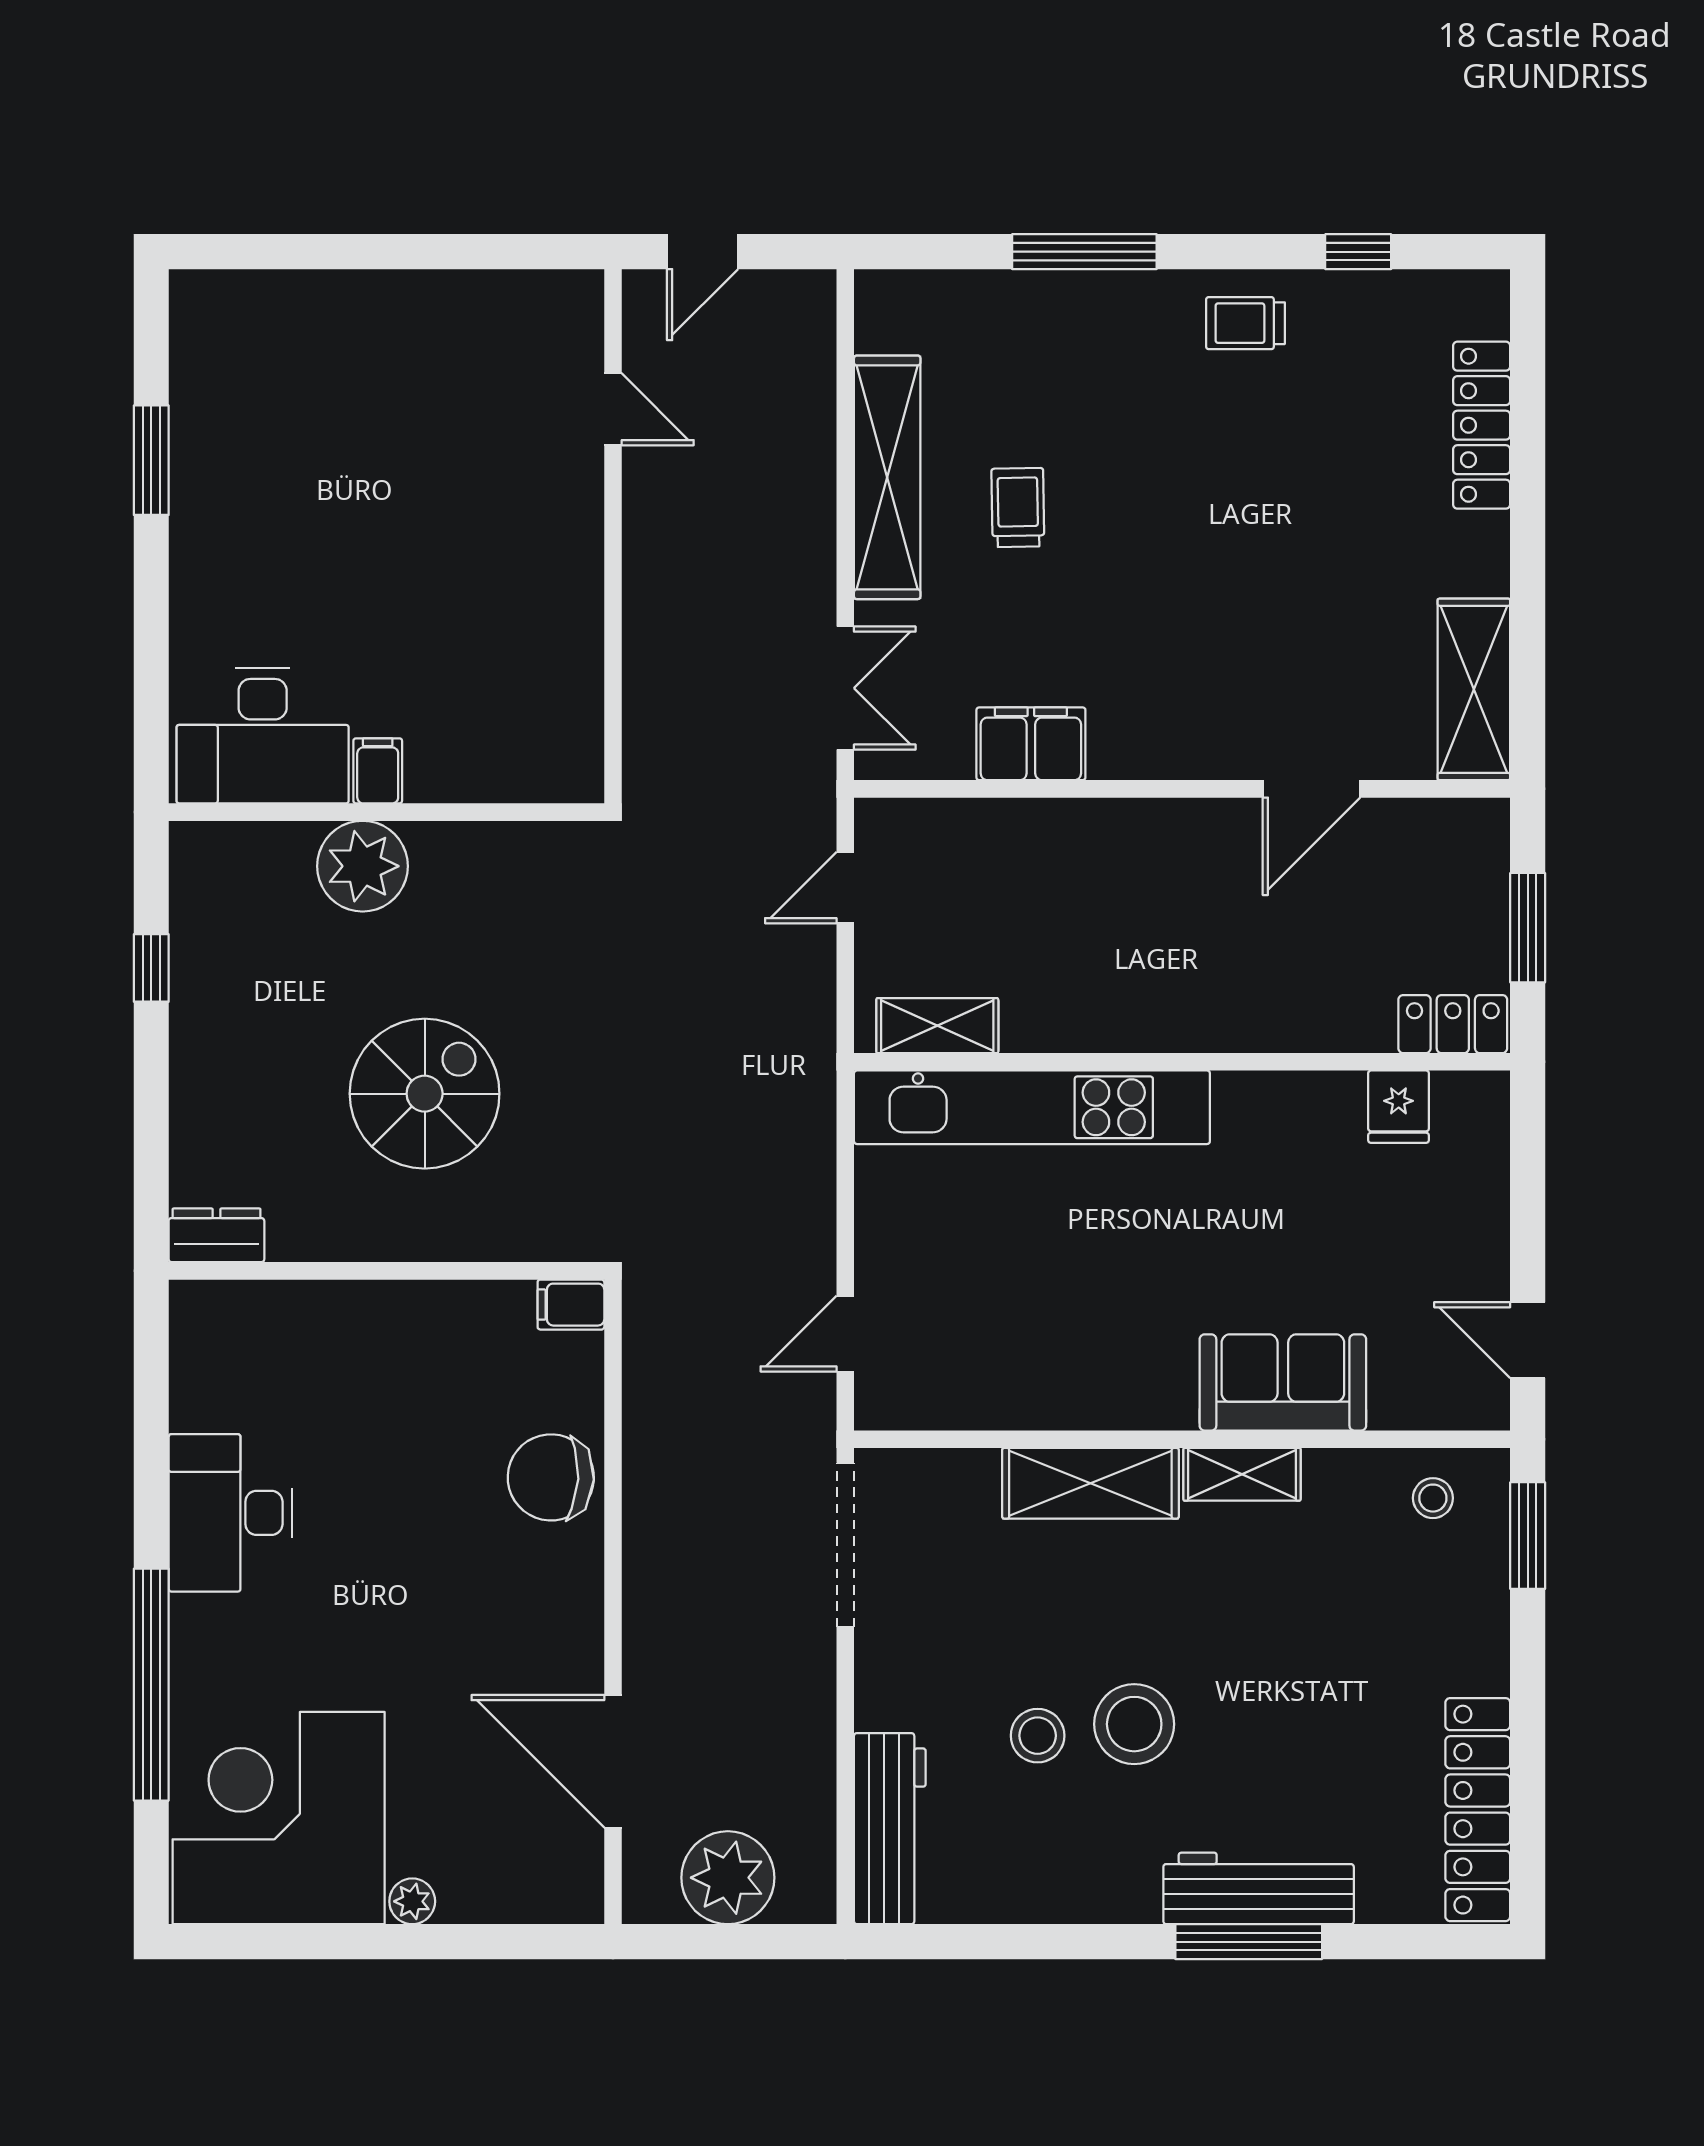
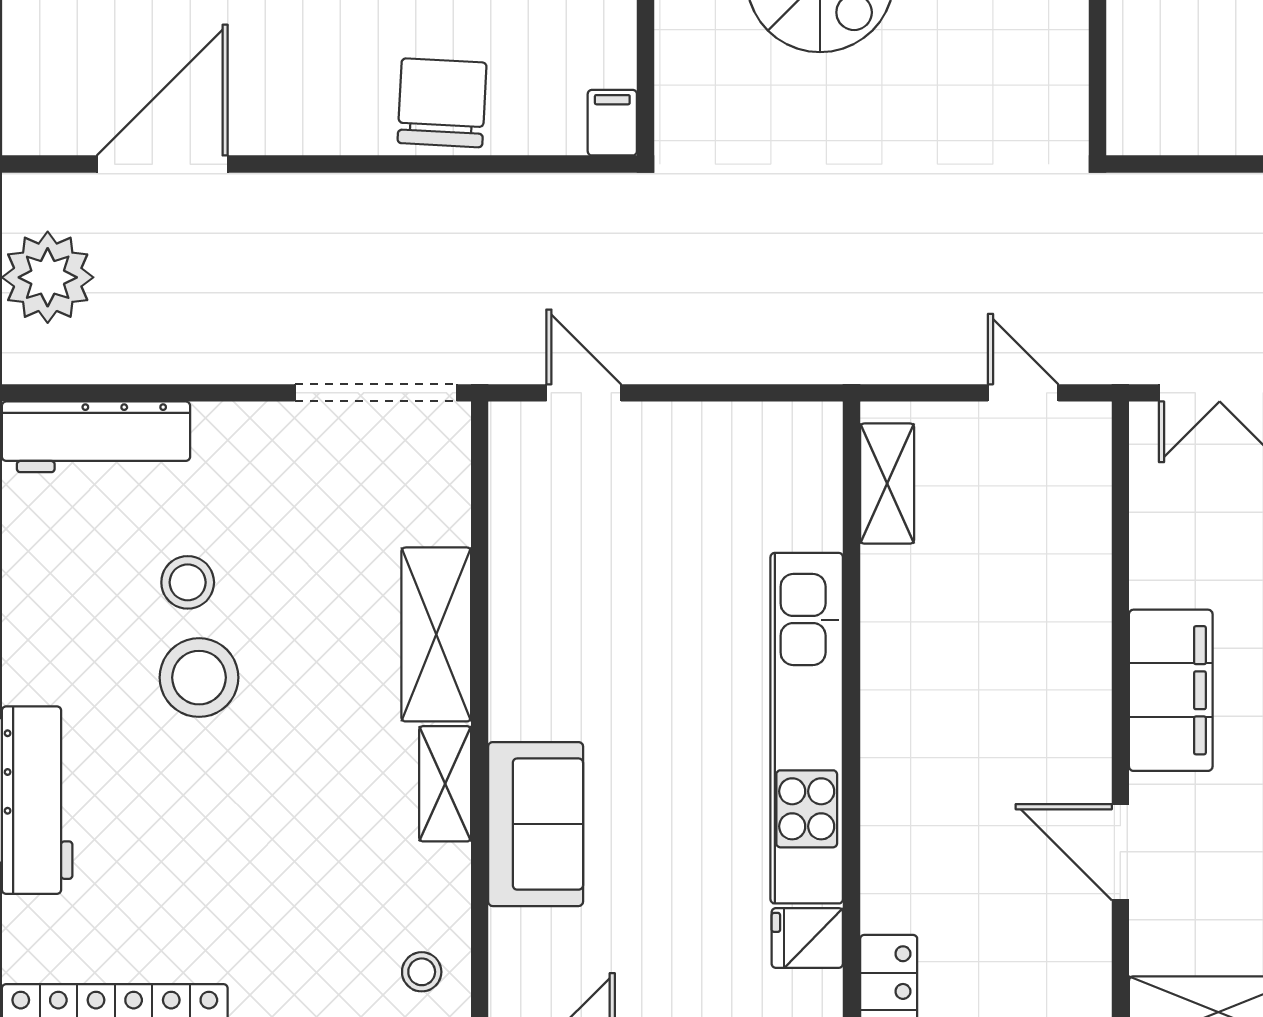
filing cabinet: (1031, 744) -> (1171, 690), moved, width x1.50, depth x1.17
kitchen unit: (1032, 1107) -> (807, 728), moved

